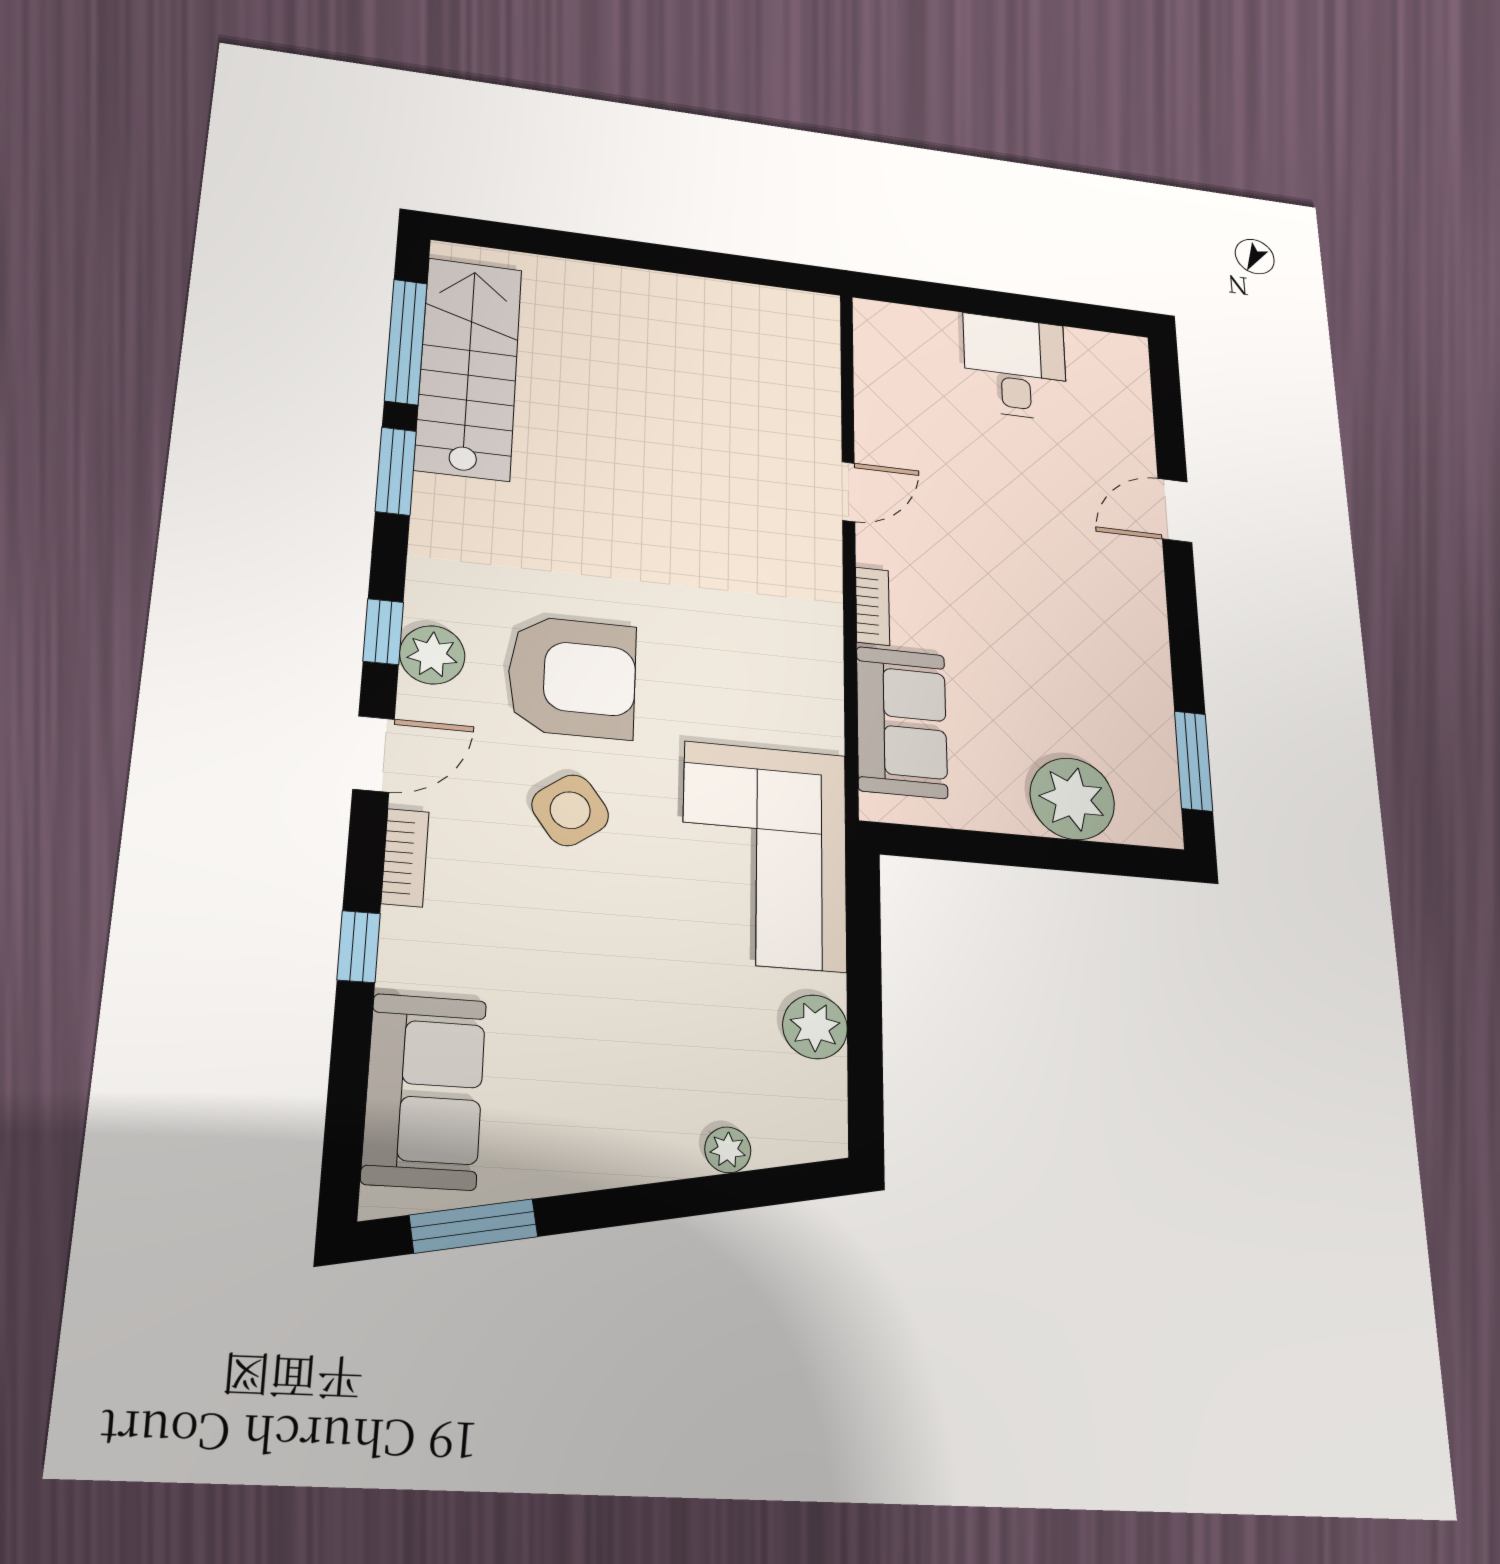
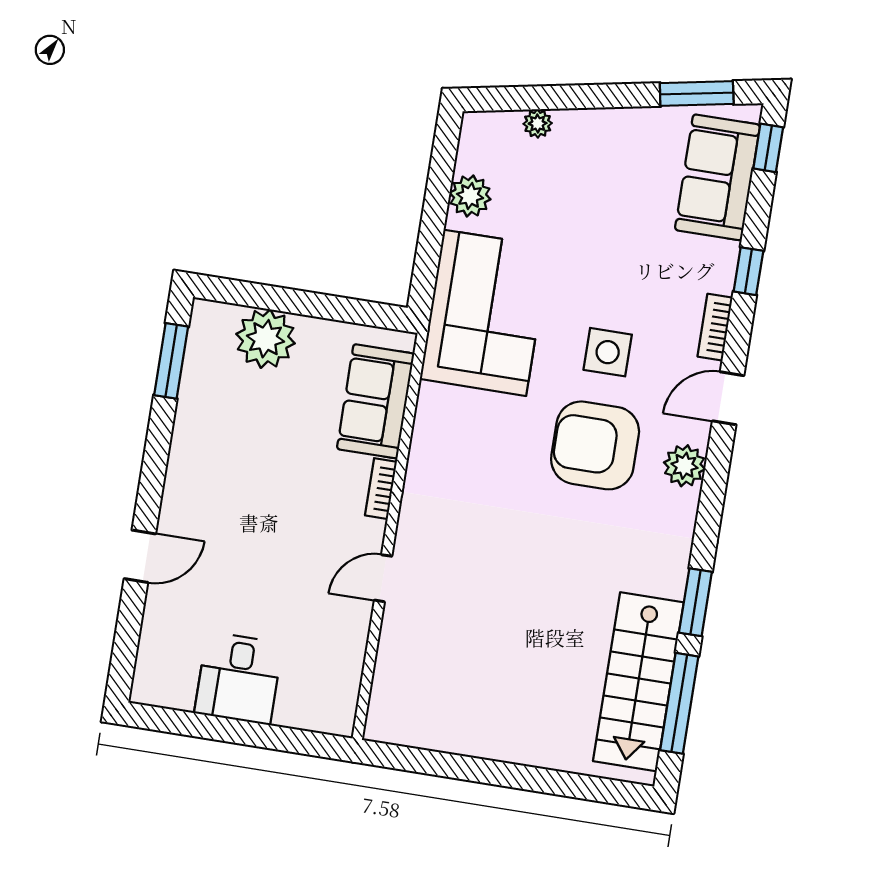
window: (383, 632) -> (768, 148), moved
side table: (570, 810) -> (608, 352), turned 36

